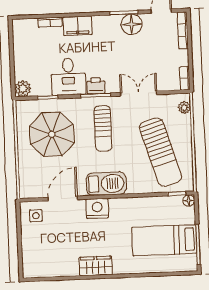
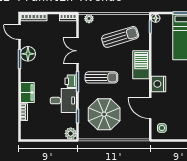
sun lounger: (161, 152) -> (120, 37), width x0.73, depth x0.75
barbecue: (106, 184) -> (141, 65), moved

